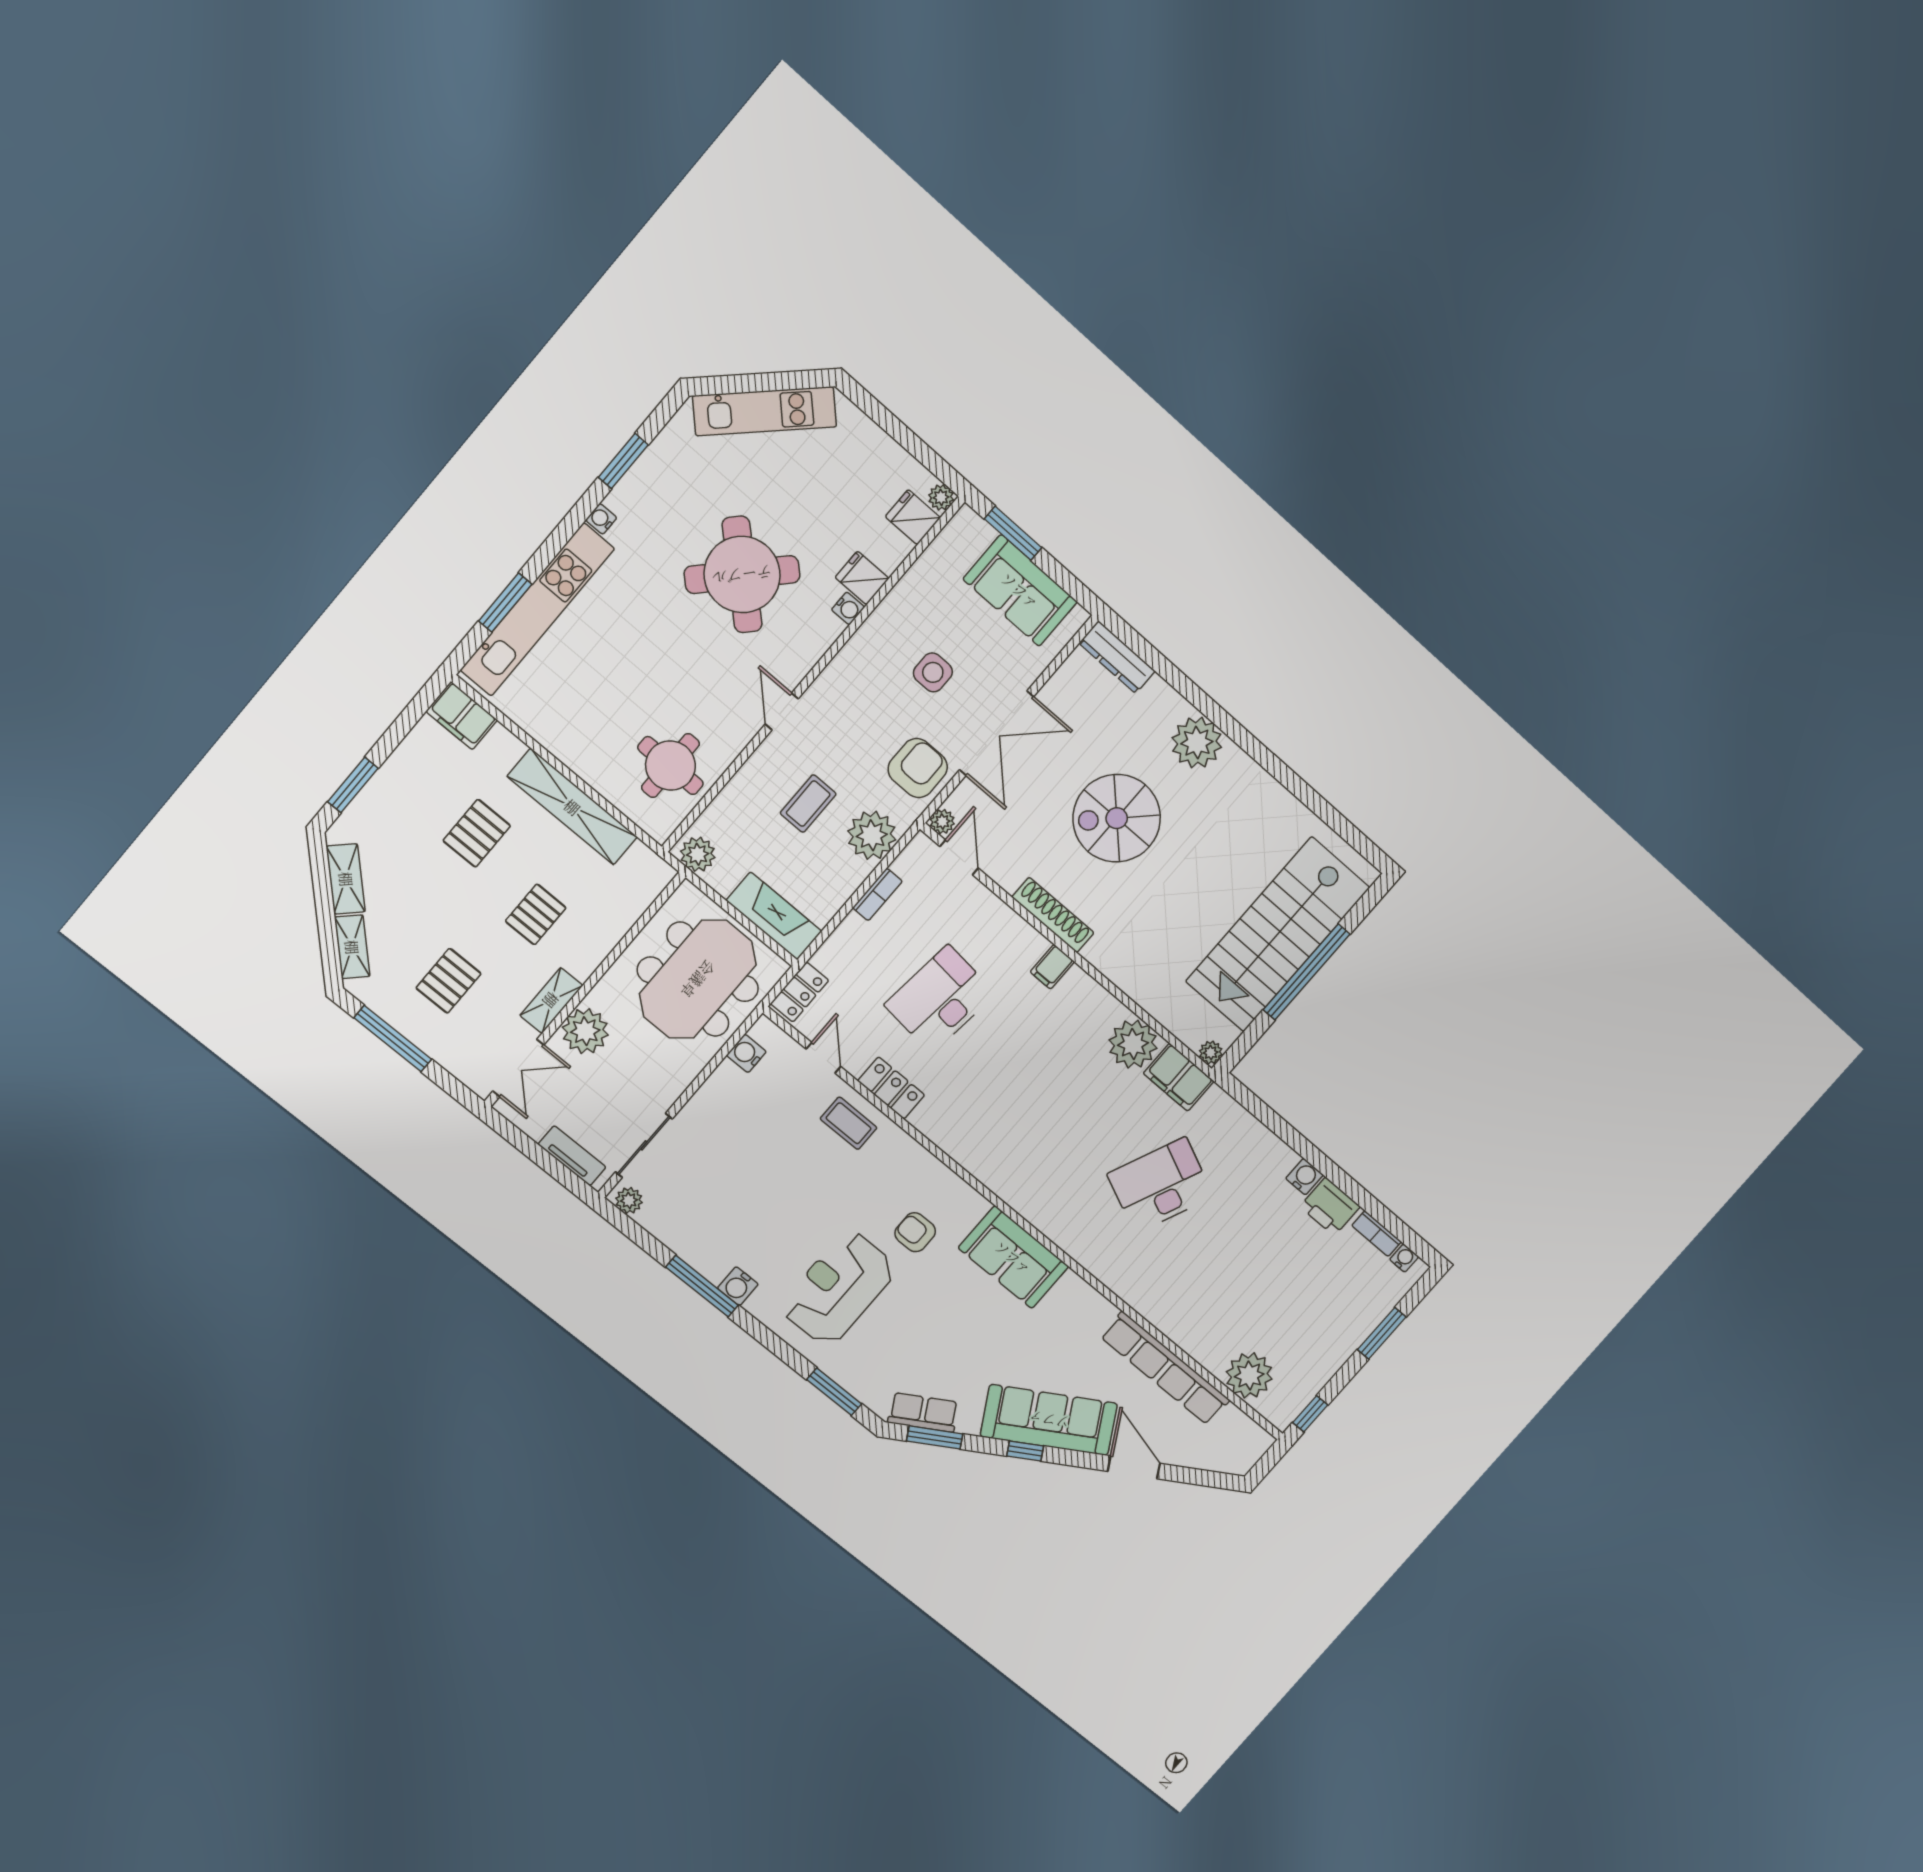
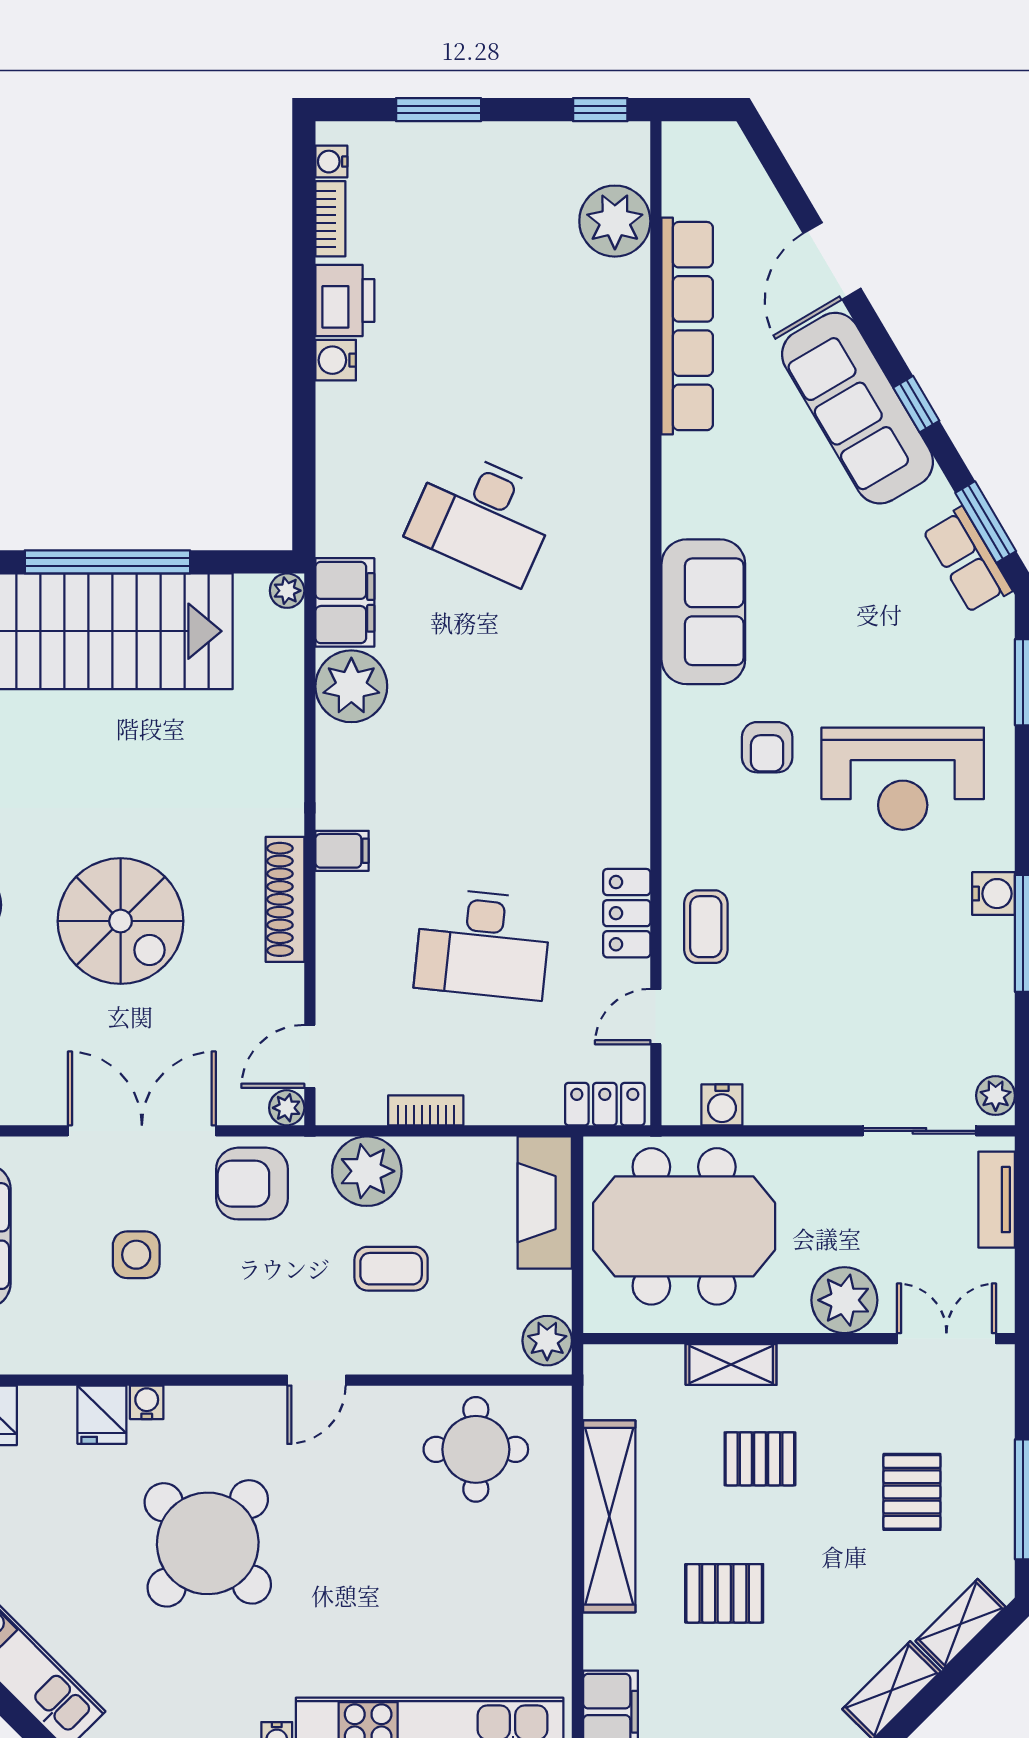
pallet: (449, 981) -> (912, 1492), turned 90
shelving: (551, 1000) -> (731, 1365), moved

